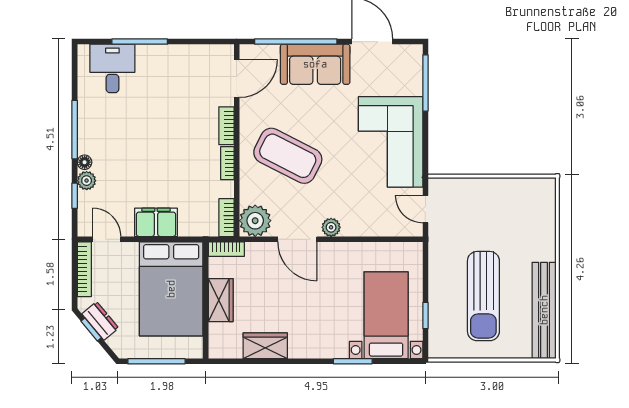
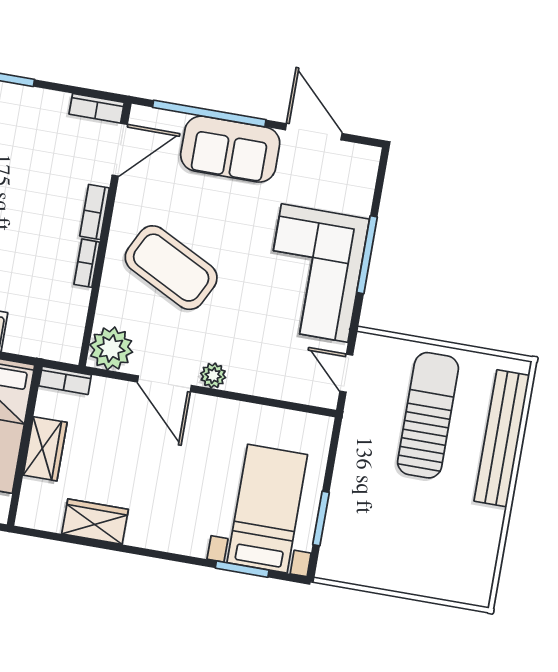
window: (425, 83) -> (367, 255), moved
bookcase: (226, 218) -> (97, 108), moved, turned -90
sun lounger: (483, 296) -> (428, 415), moved, turned 180
bench: (544, 310) -> (502, 438), moved
window: (425, 315) -> (321, 518), width x1.50
window: (353, 361) -> (242, 569), moved

